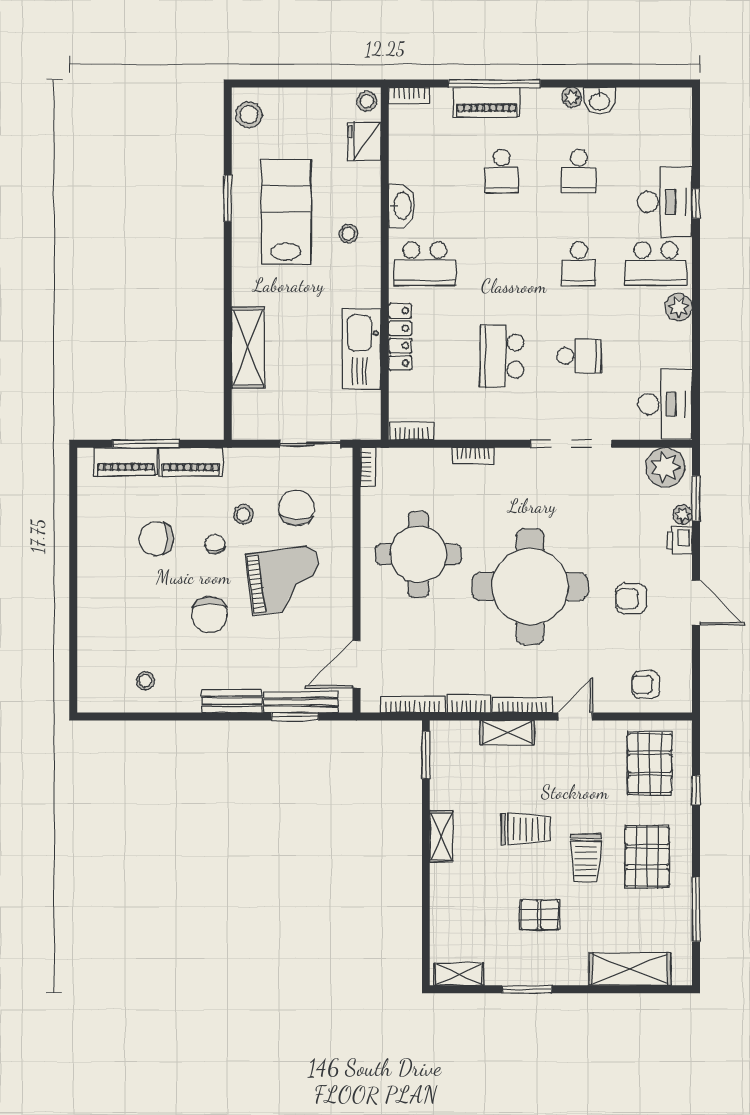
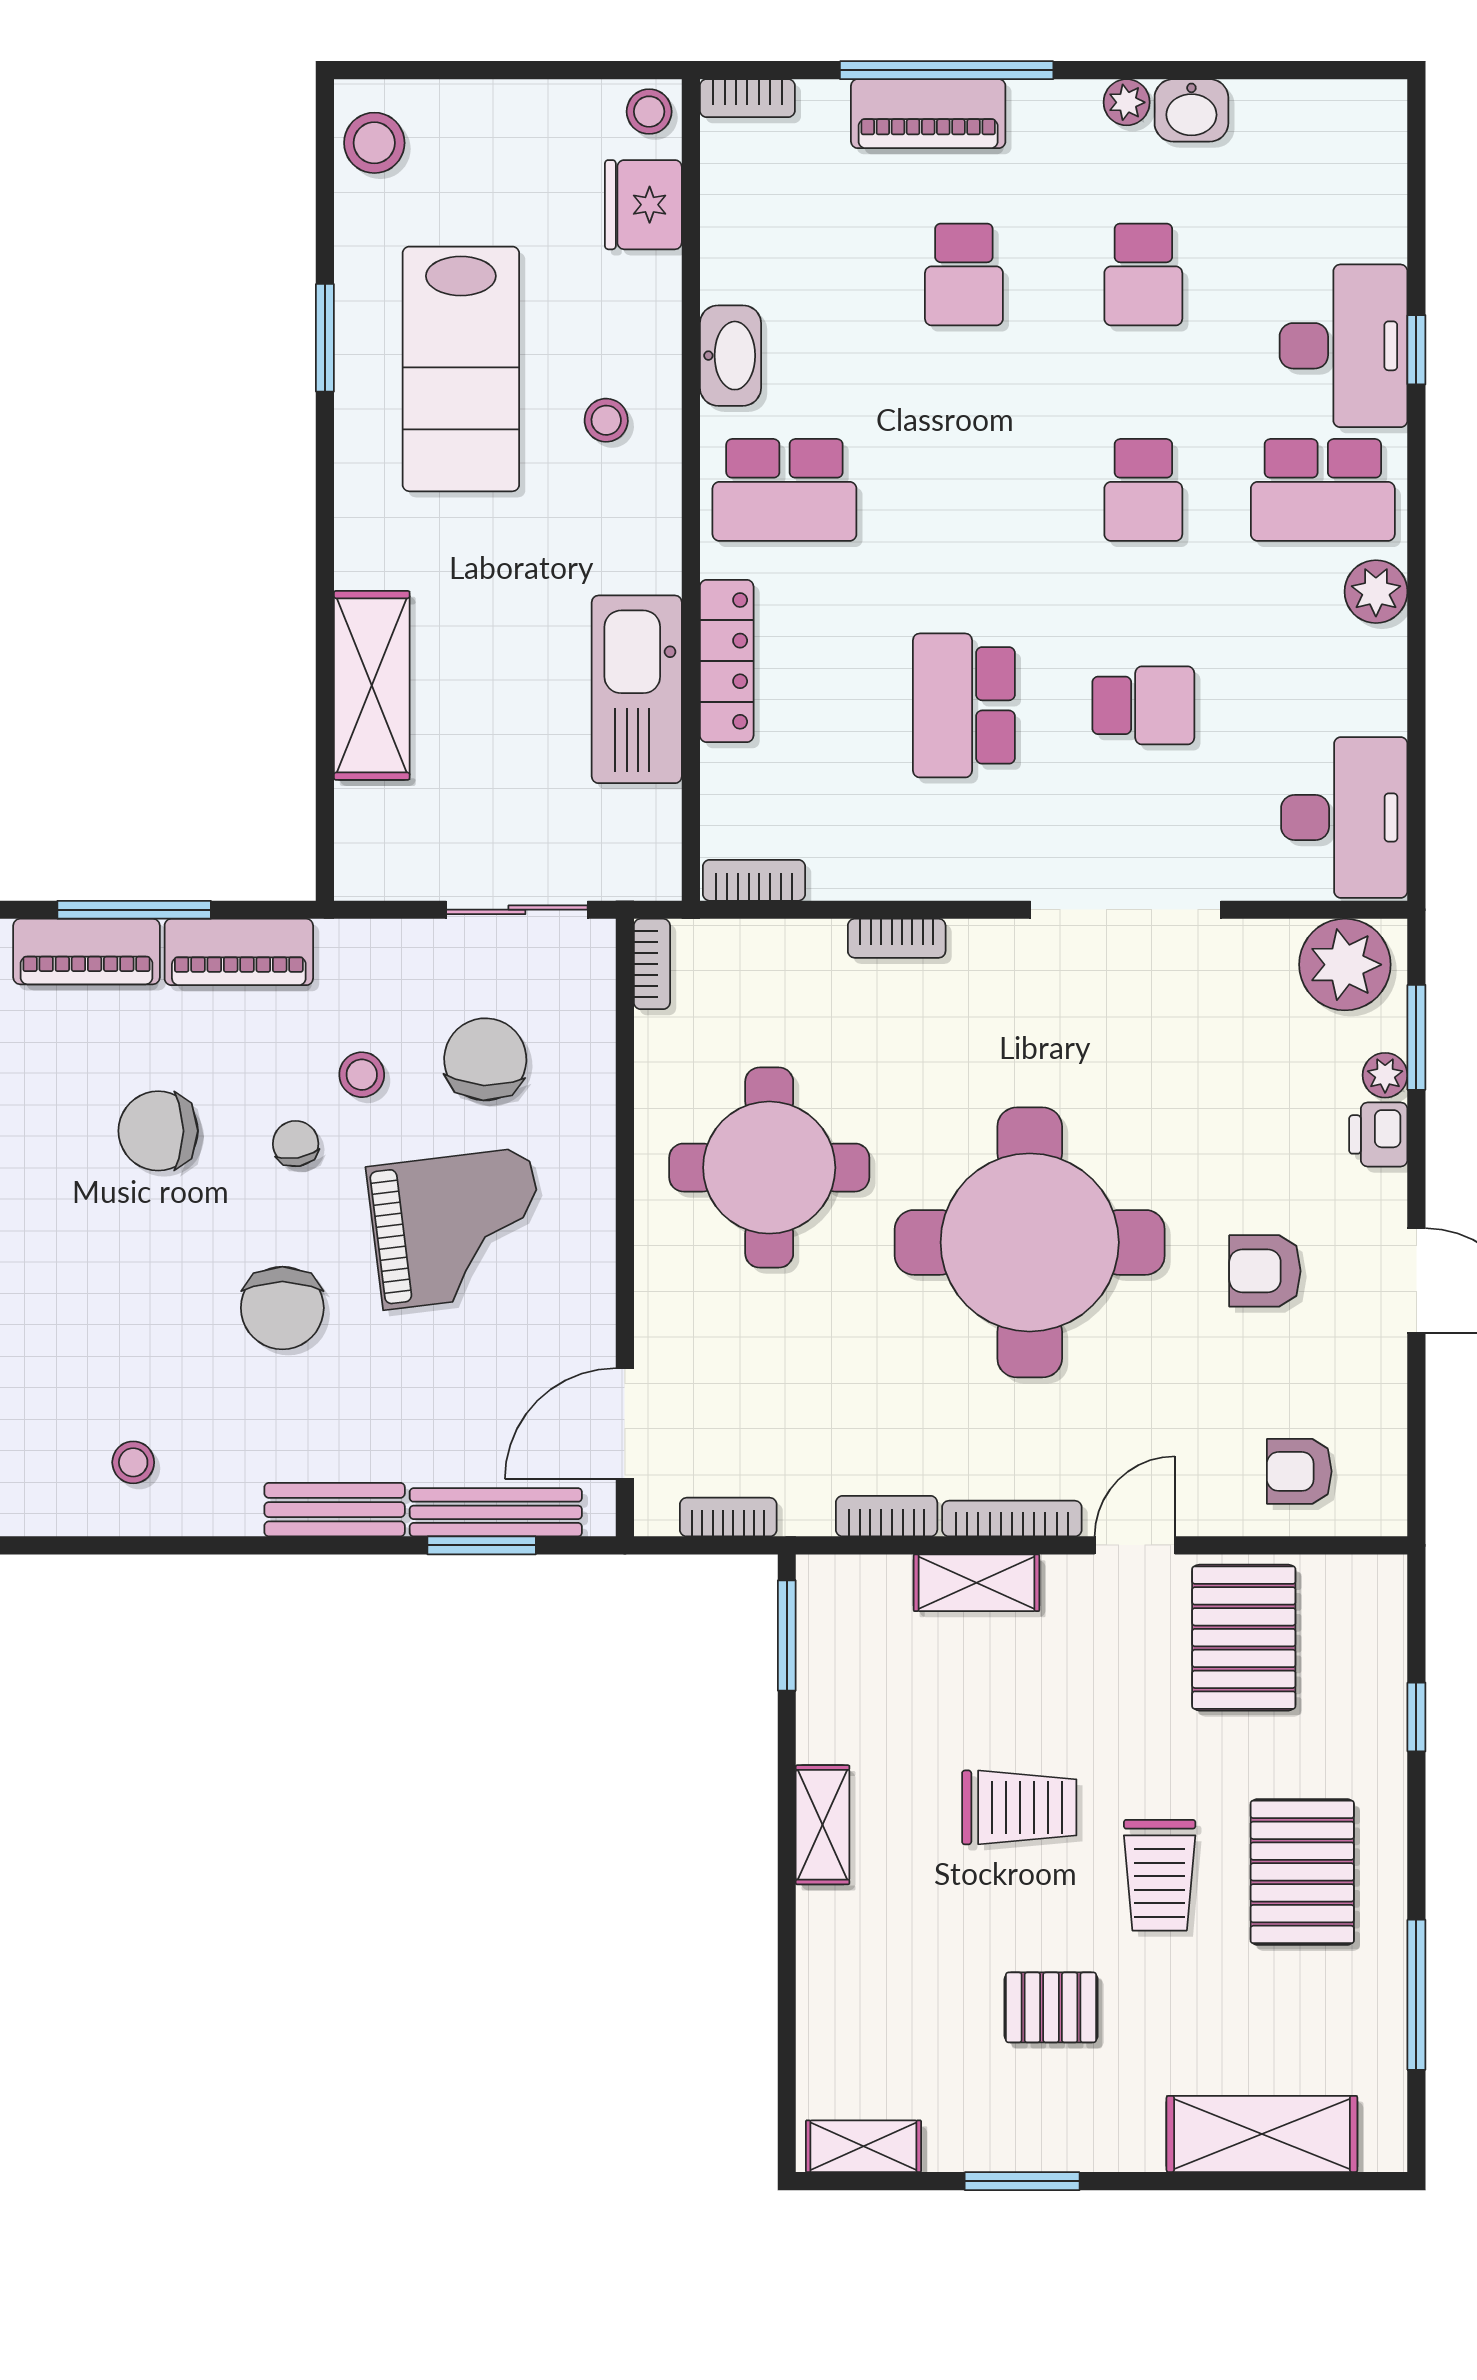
lab bench: (286, 212) -> (461, 369), turned 180
bookcase: (412, 704) -> (728, 1517), width x0.64
pallet: (650, 763) -> (1244, 1638), moved

